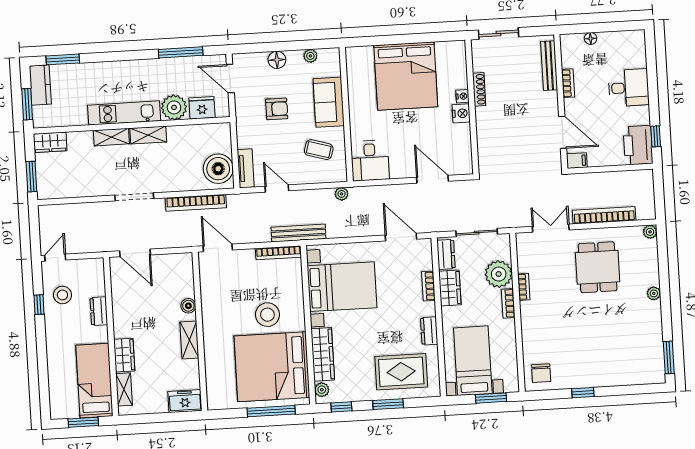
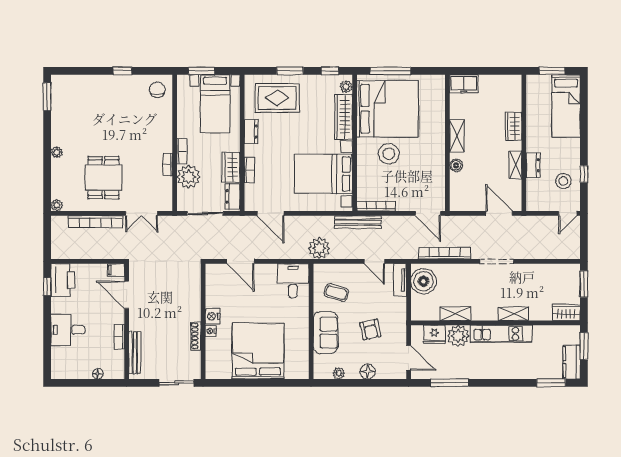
armchair: (277, 109) -> (370, 330), turned -103
shelving: (148, 135) -> (455, 314), moved
plant: (342, 194) -> (319, 248), width x1.88, depth x1.88
bed: (94, 381) -> (566, 106), moved
shelving: (124, 389) -> (515, 165), moved

